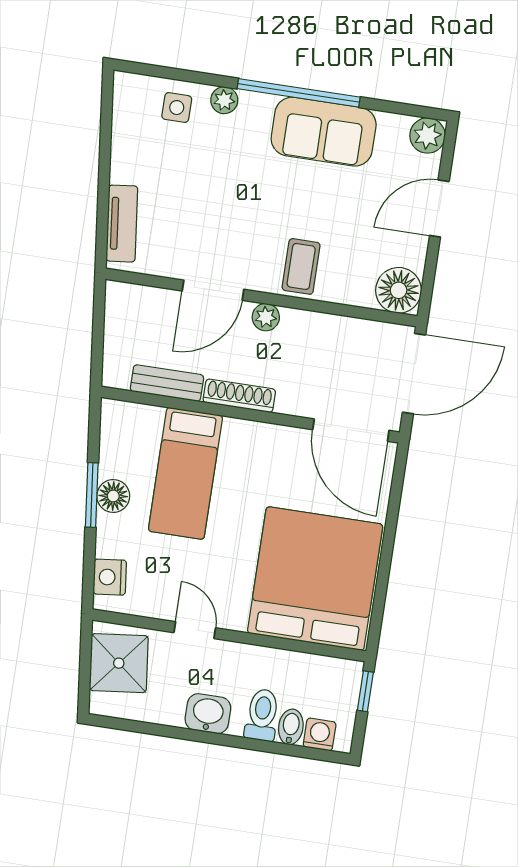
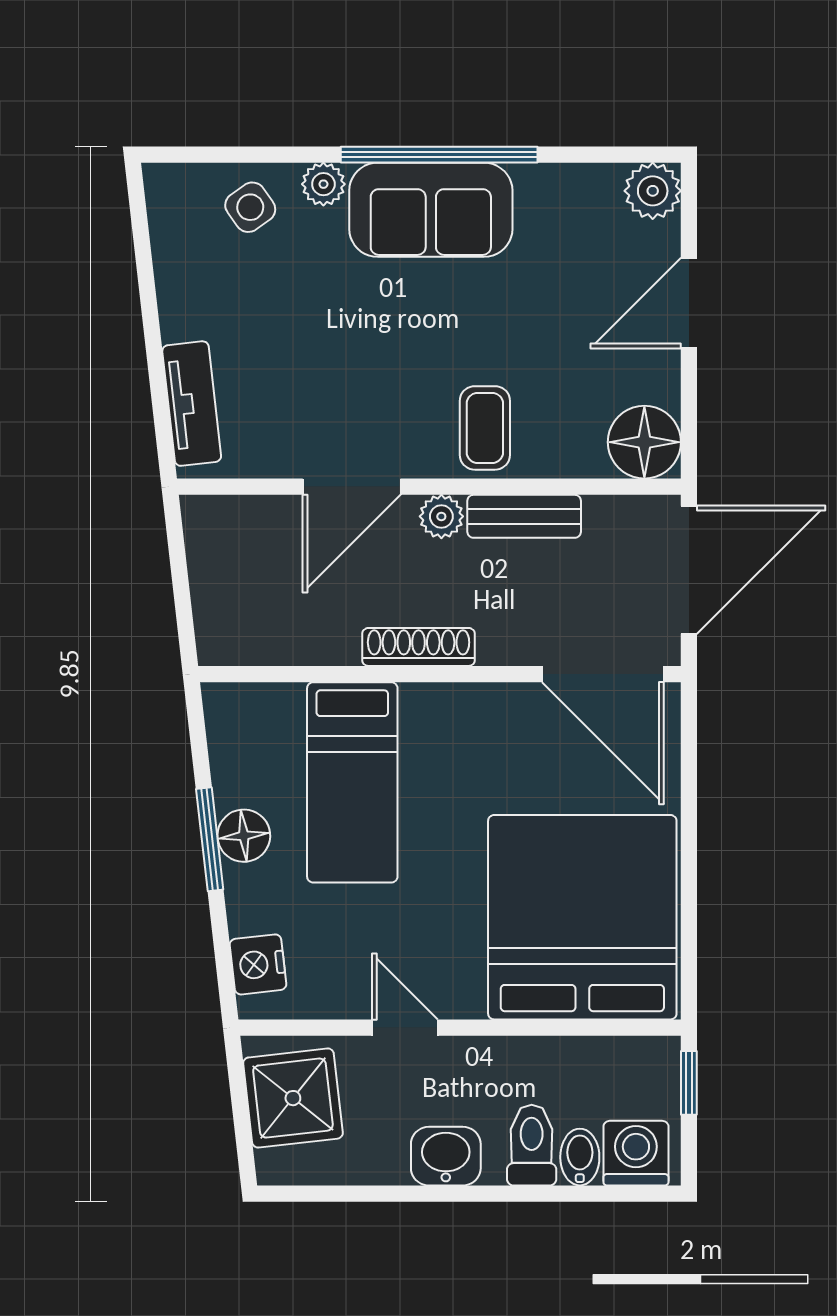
side table: (177, 108) -> (250, 207), turned -35
sofa: (324, 132) -> (431, 210), moved
bench: (167, 383) -> (524, 516), moved
washing machine: (320, 734) -> (636, 1153), width x1.38, depth x1.38

